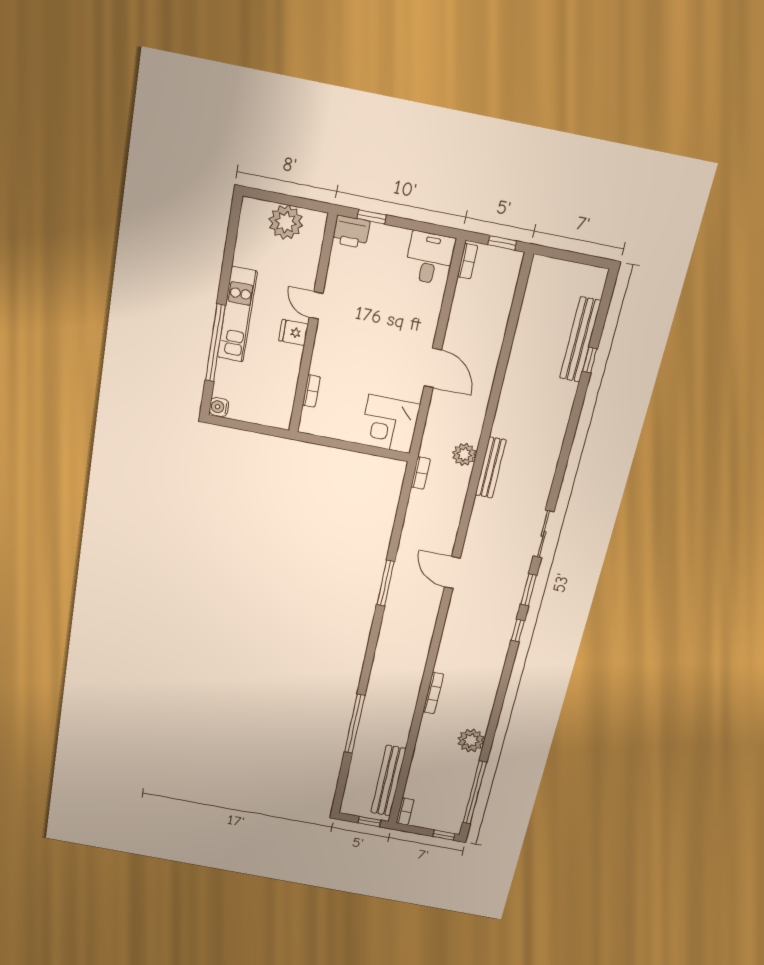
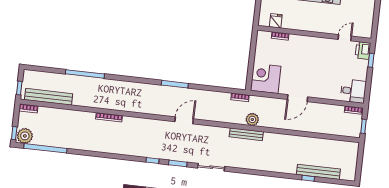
plant: (286, 222) -> (365, 18), removed
door: (316, 305) -> (345, 38), moved
fridge: (293, 332) -> (276, 21), moved
plant: (471, 741) -> (25, 136), moved

